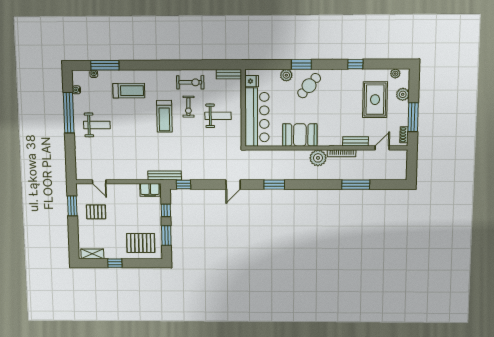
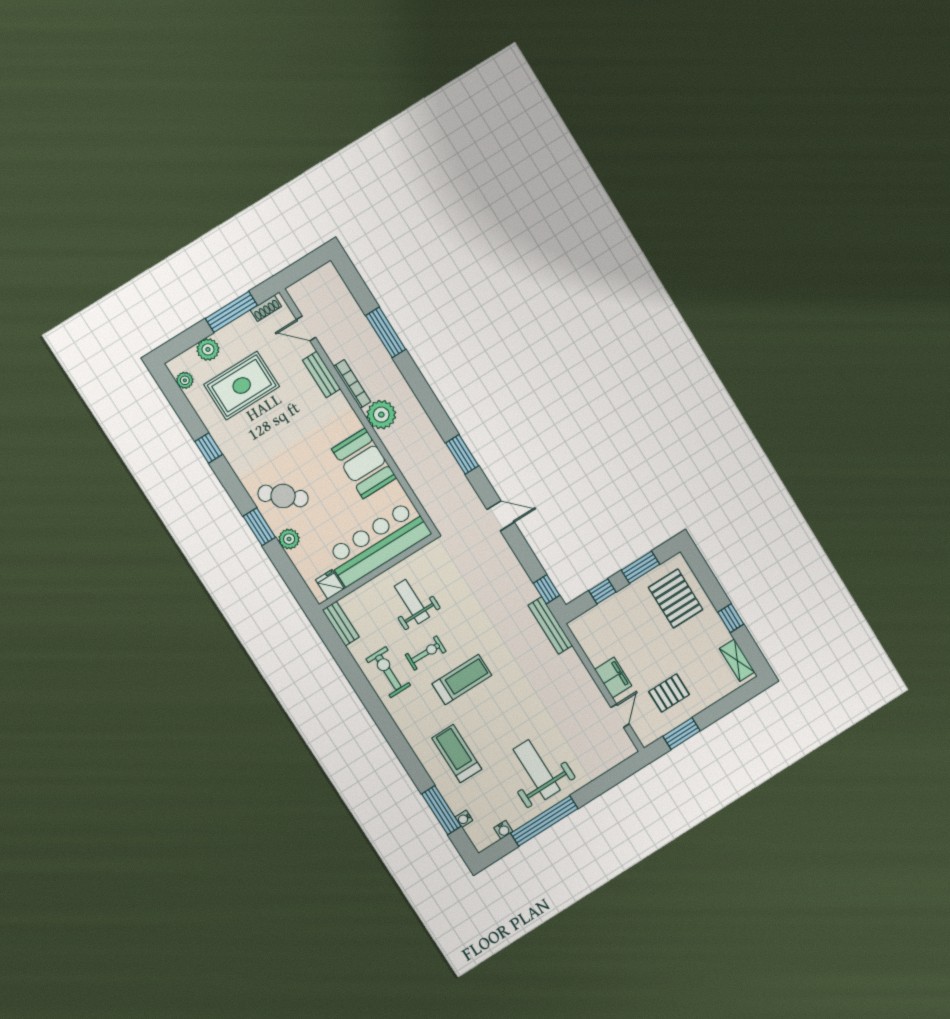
weight bench: (97, 125) -> (537, 770), width x1.36, depth x1.33
filing cabinet: (150, 190) -> (613, 678), moved
pallet: (96, 212) -> (669, 693), turned 90

